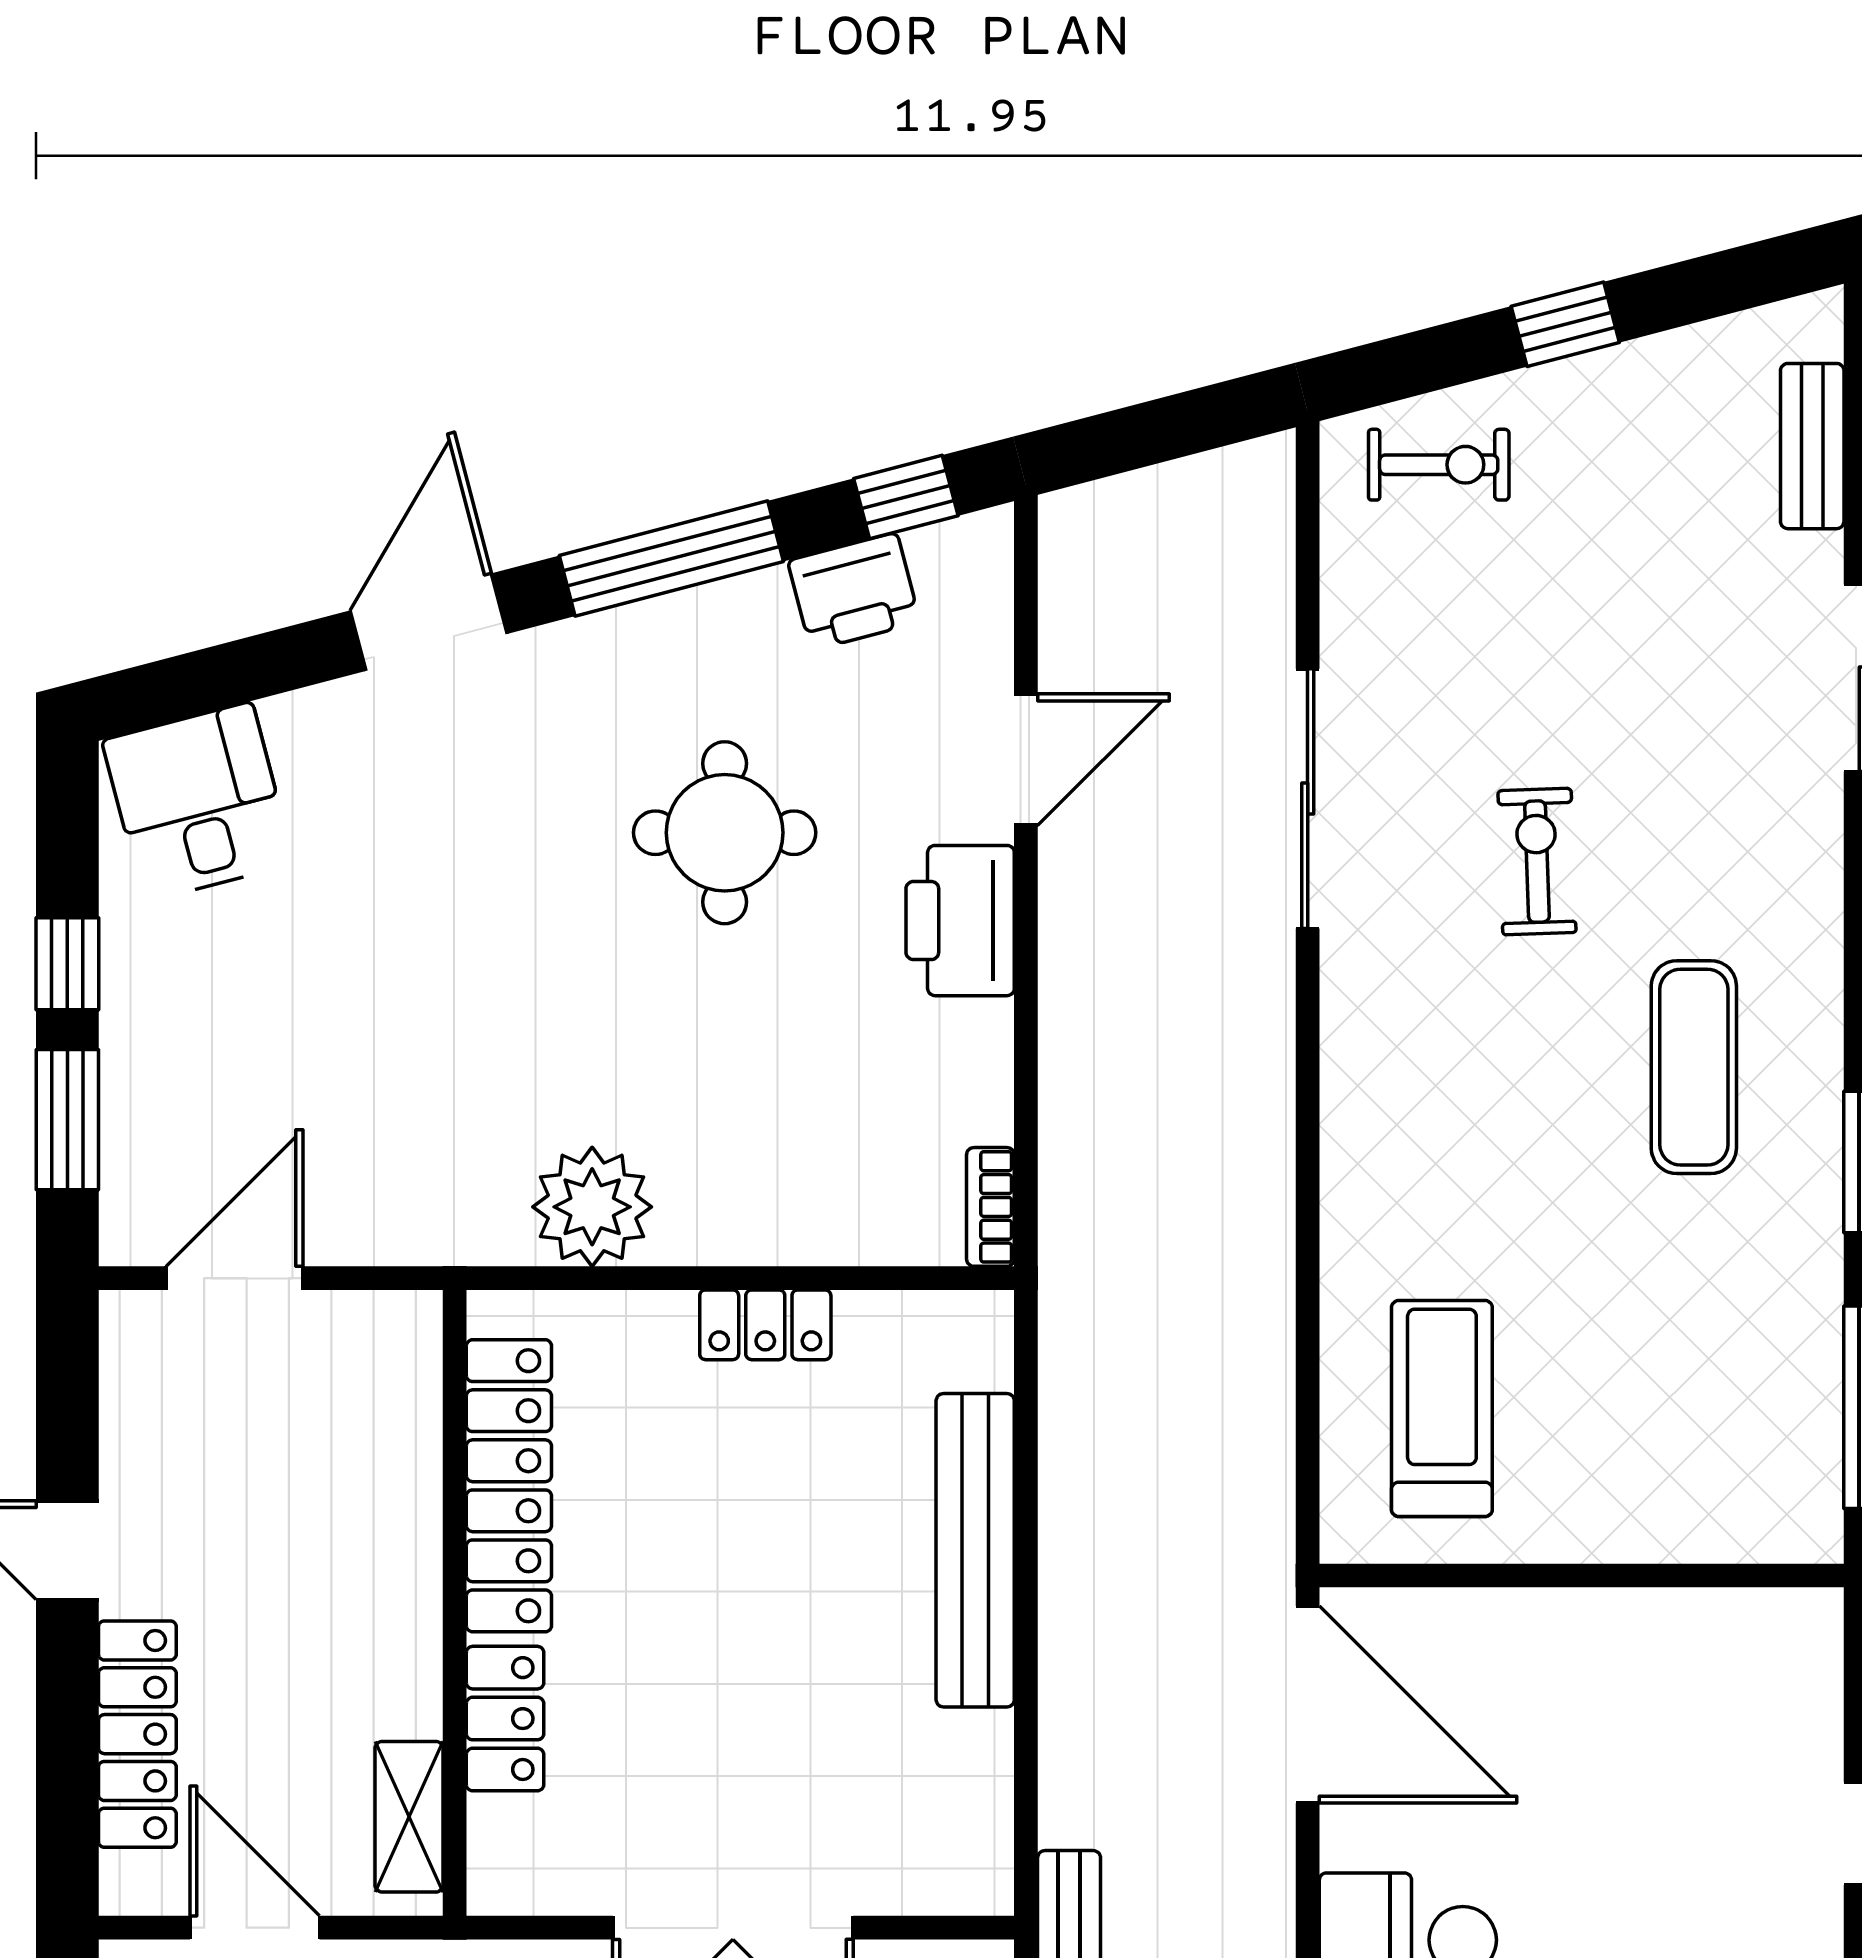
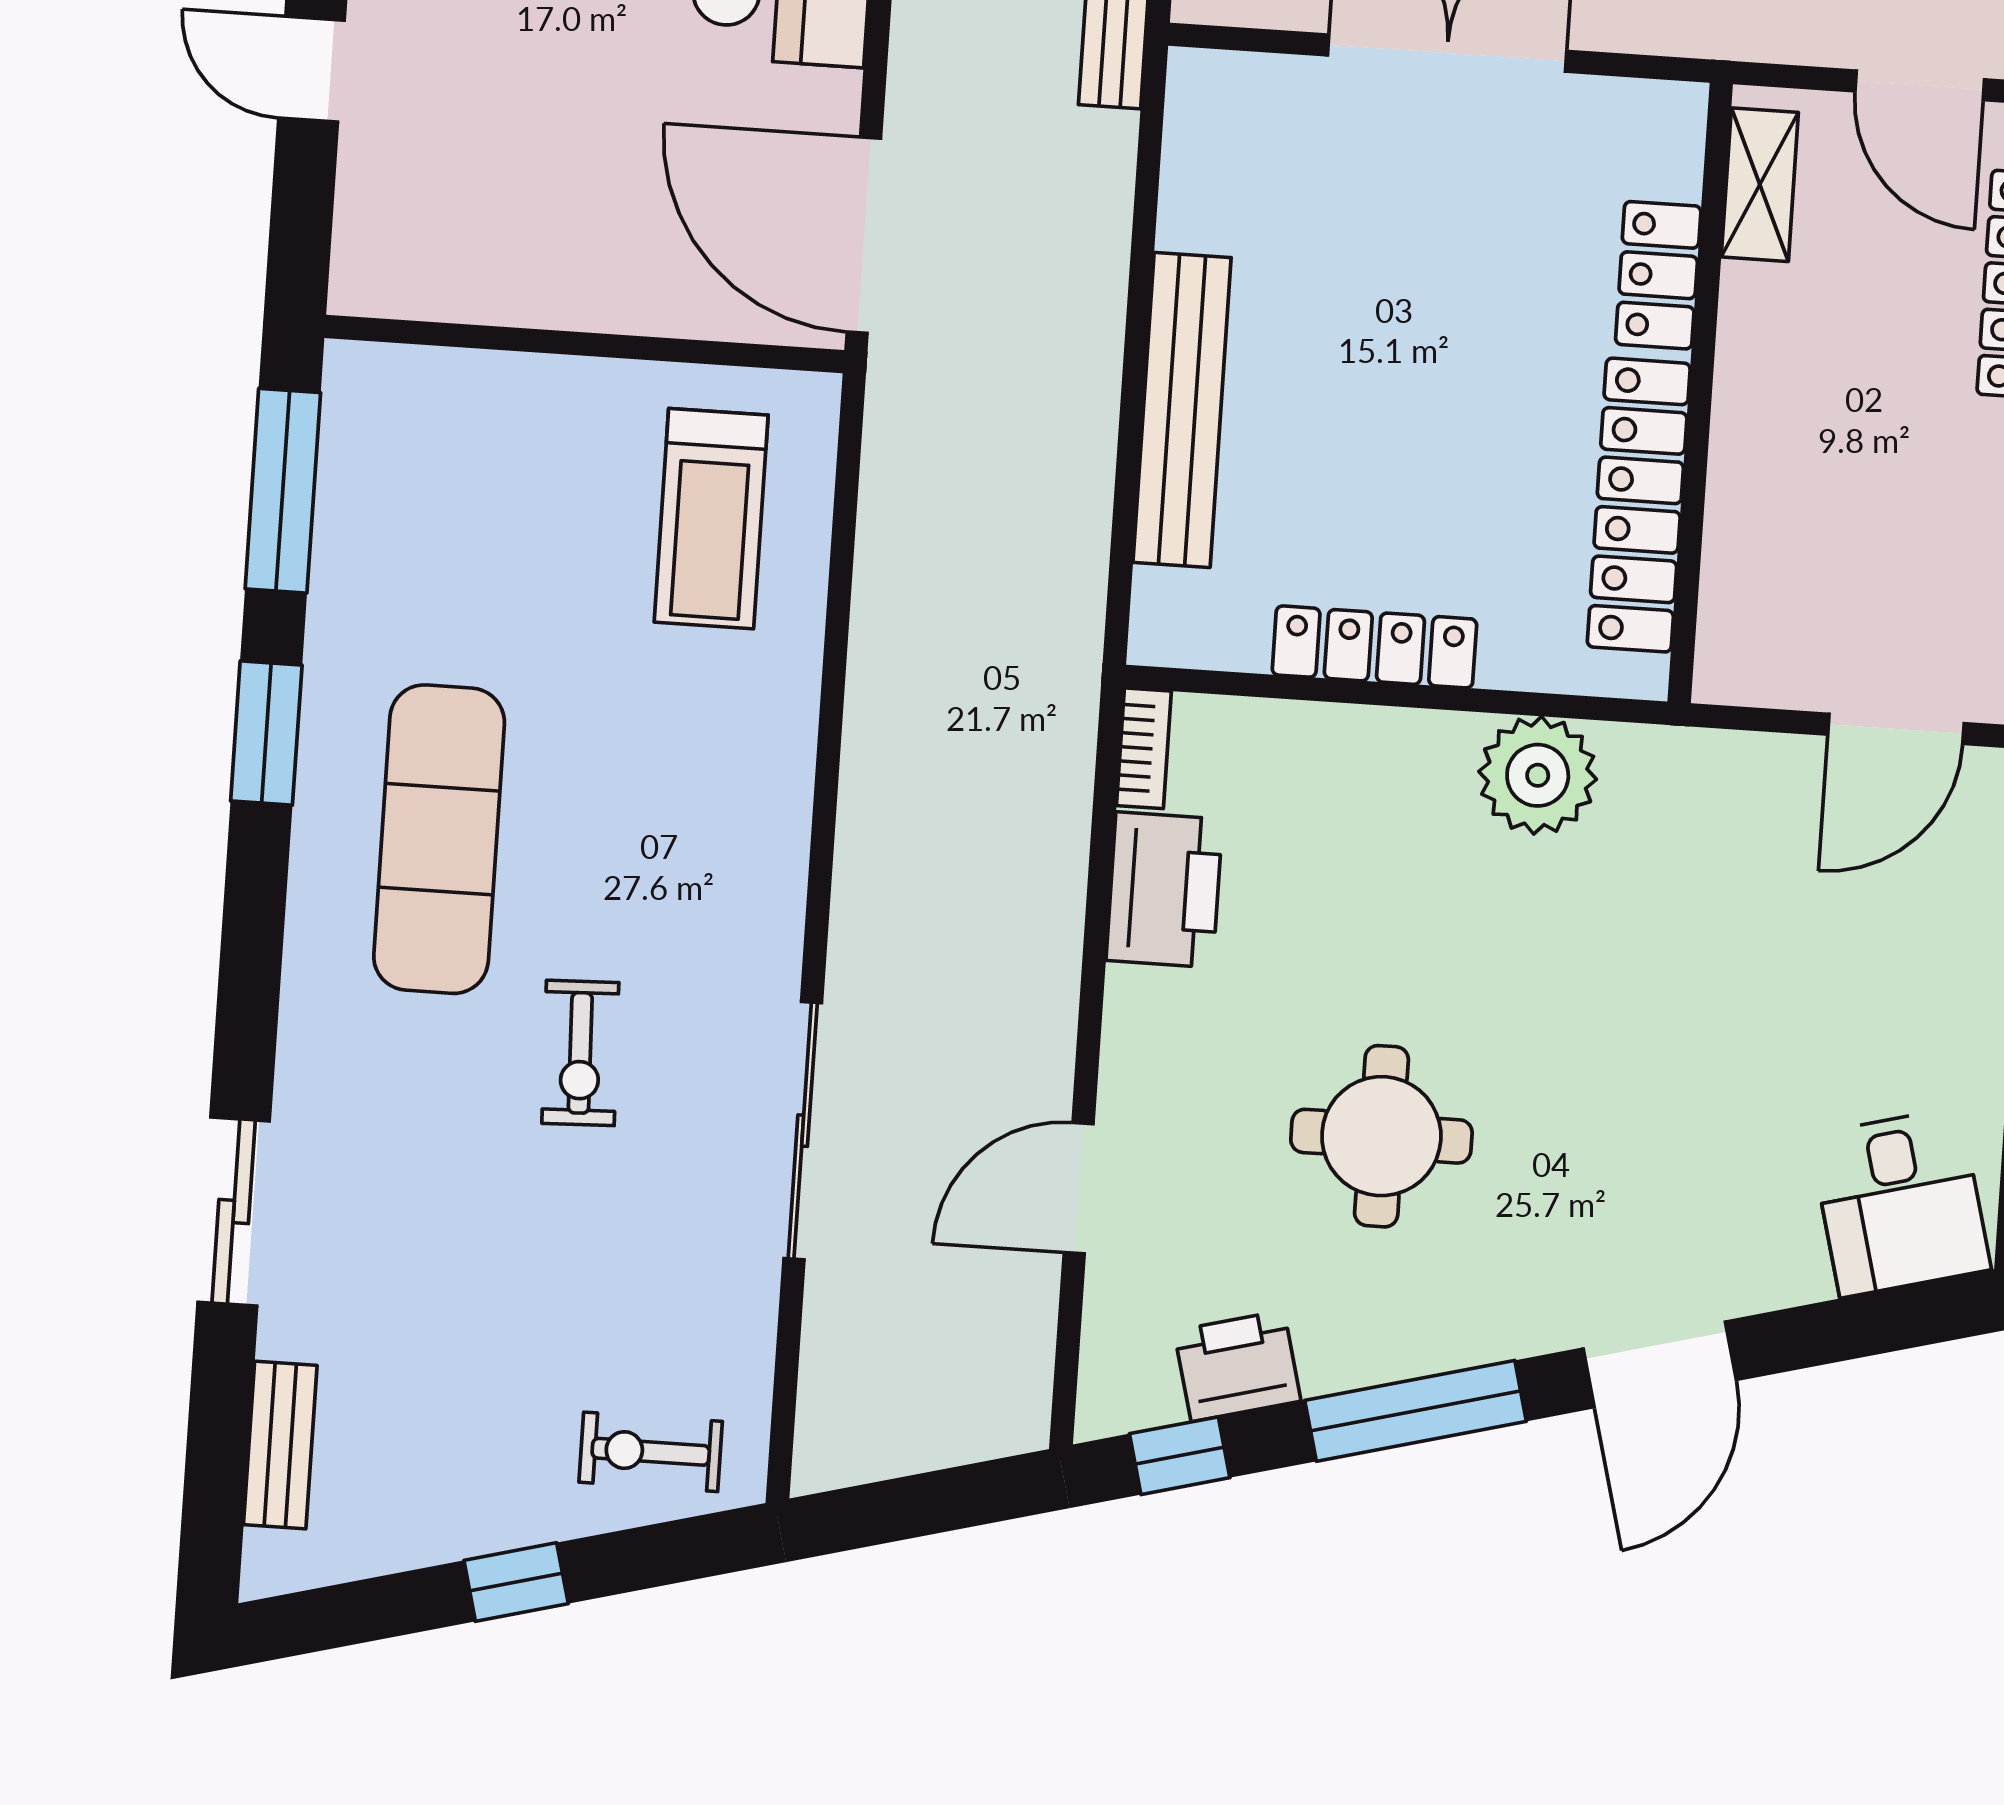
printer: (960, 921) -> (1164, 890), moved
exercise mat: (1694, 1067) -> (439, 839), width x1.36, depth x1.45
locker: (765, 1325) -> (1374, 647), width x1.53

